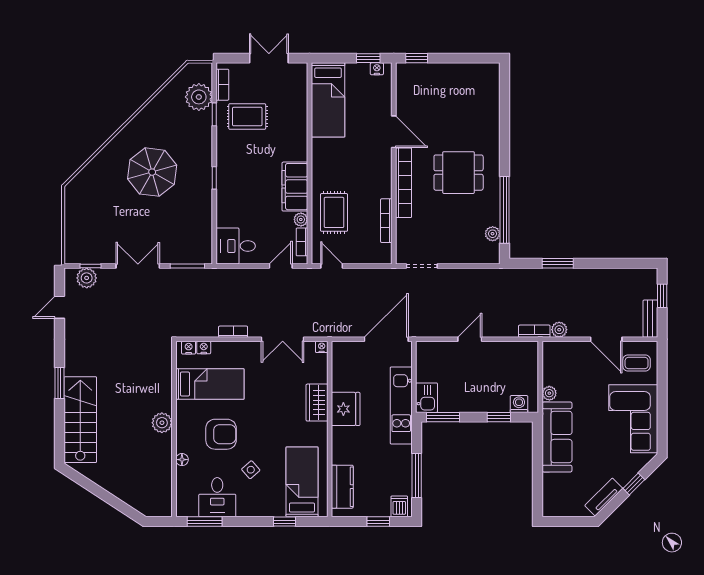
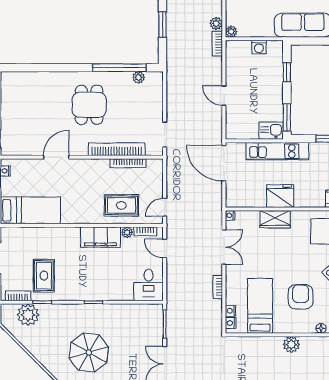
bookcase: (404, 183) -> (117, 149), moved
plant: (549, 393) -> (231, 31), moved
washing machine: (519, 404) -> (259, 47), moved, turned -90

